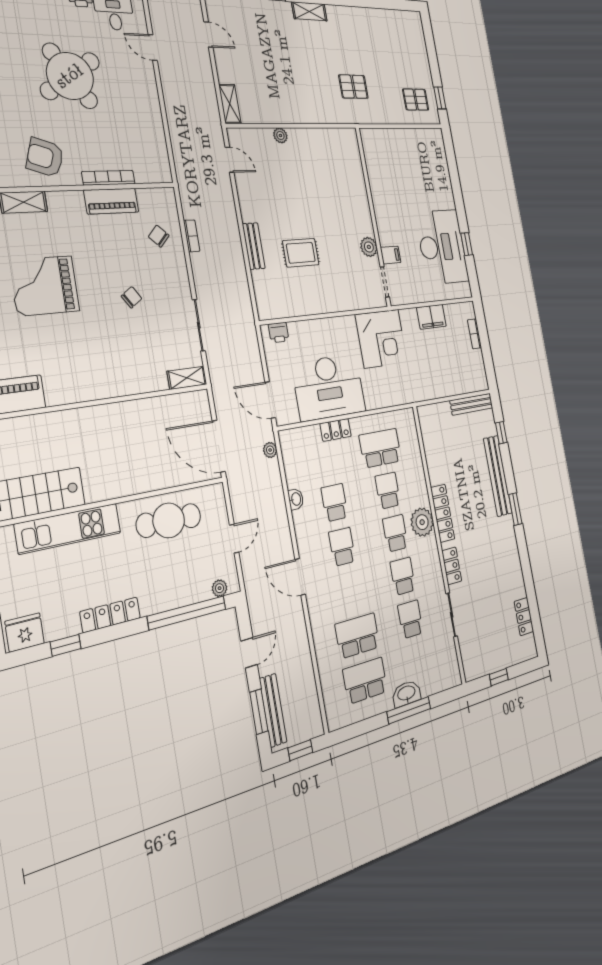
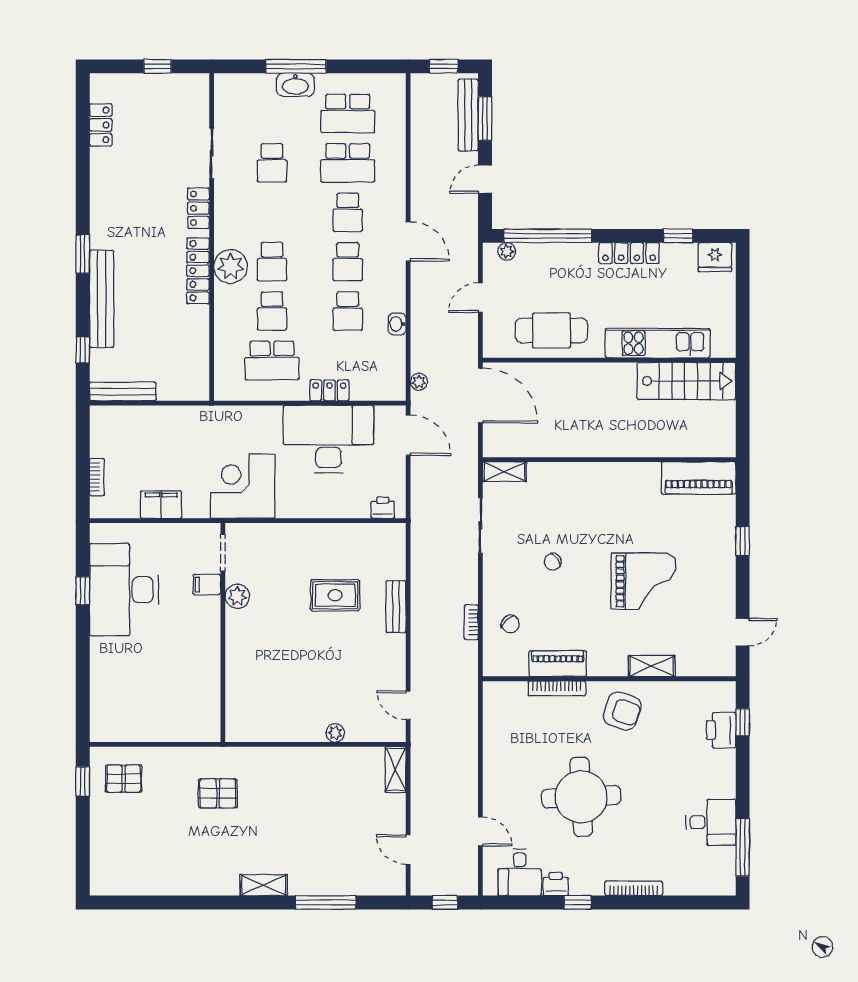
round table: (70, 76) -> (581, 797), turned 30
school desk: (403, 576) -> (348, 212), moved

